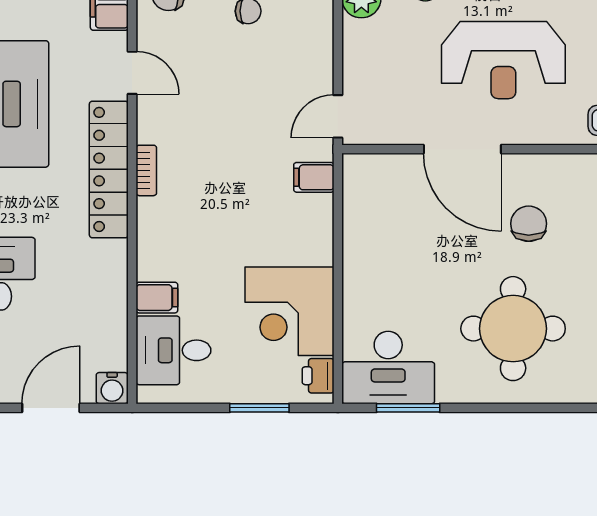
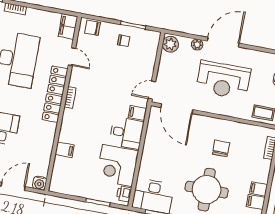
door: (462, 149) -> (177, 109), moved
desk: (173, 350) -> (126, 133), moved, turned 180

